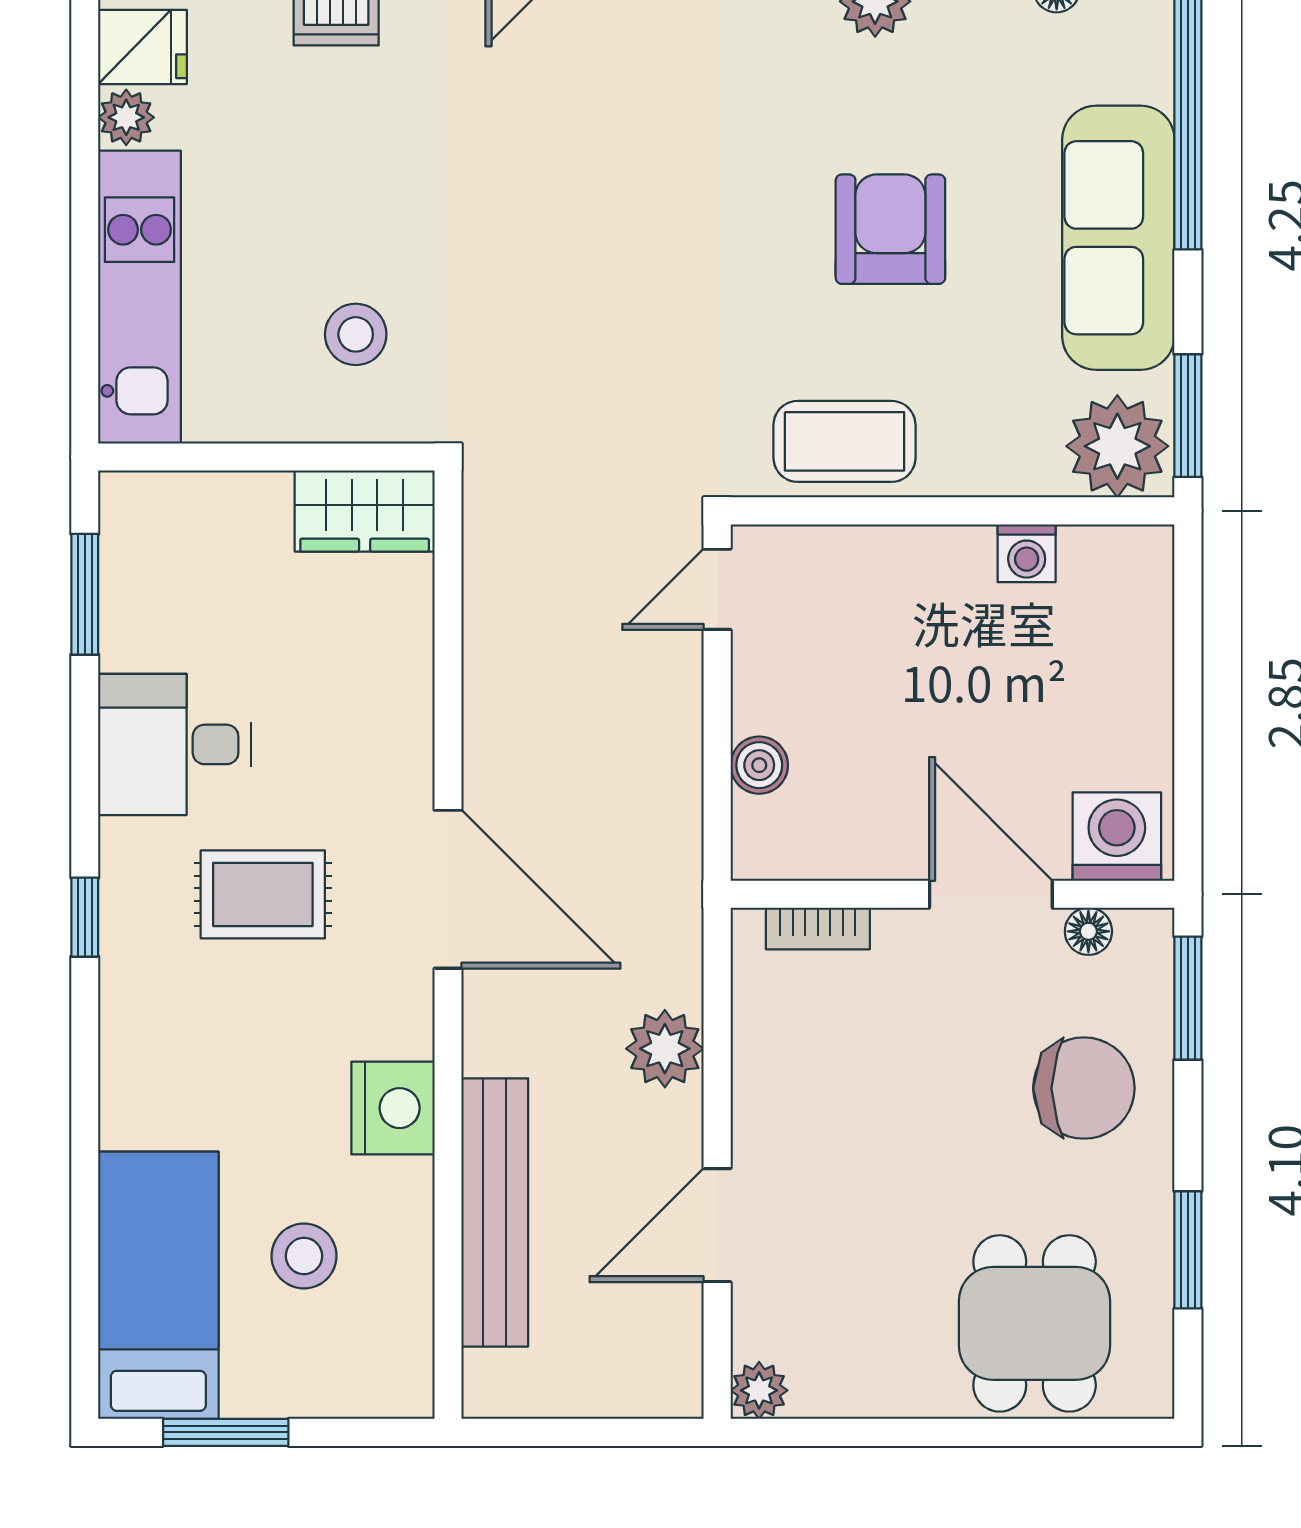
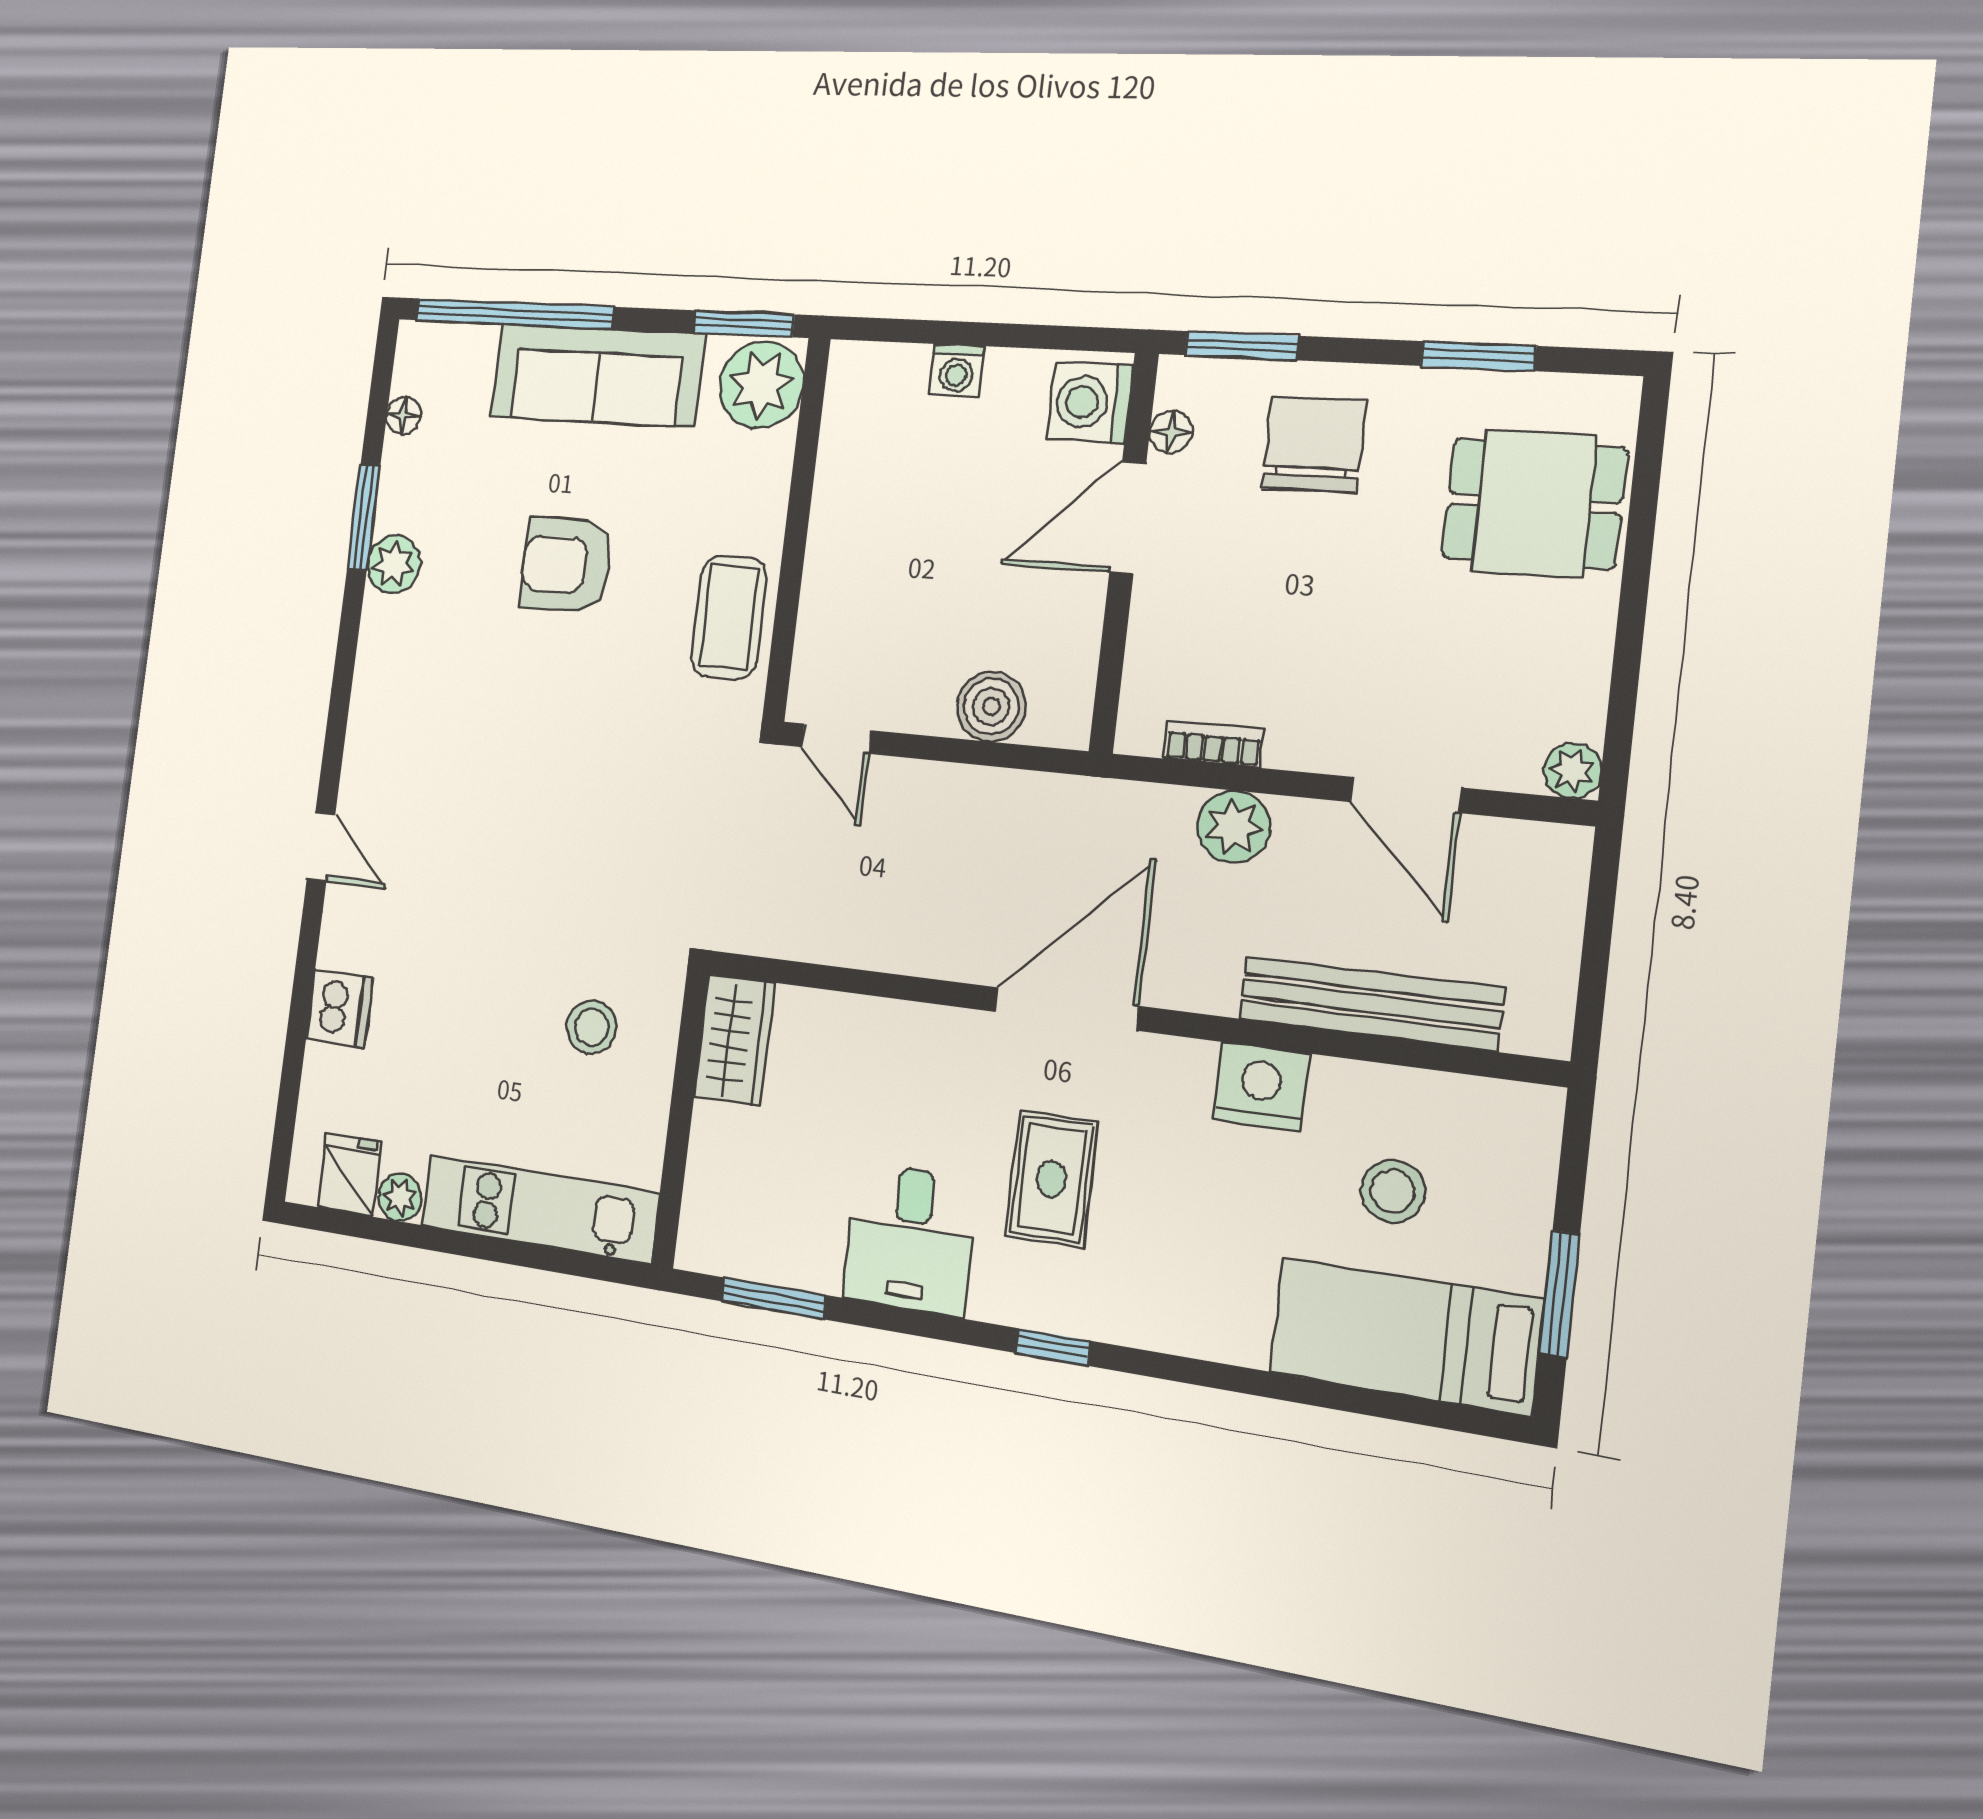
washing machine: (1027, 553) -> (957, 370), moved, turned 90
boiler: (759, 765) -> (991, 707), width x1.36, depth x1.36
bookcase: (818, 929) -> (1213, 744), moved, turned -90

